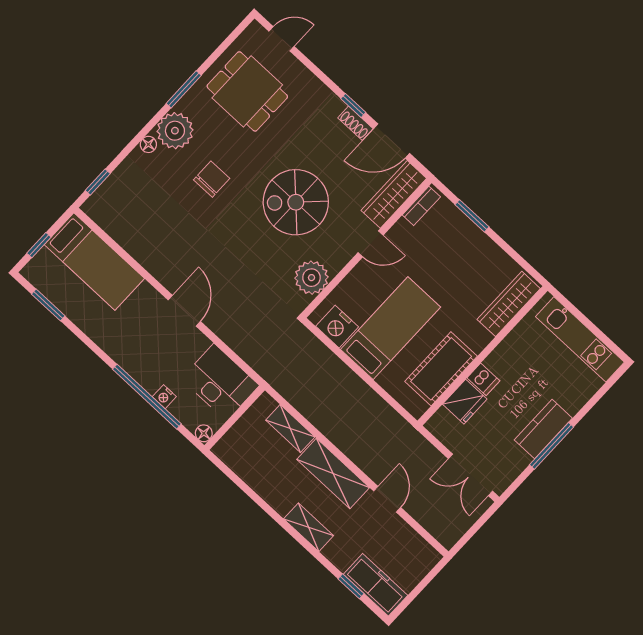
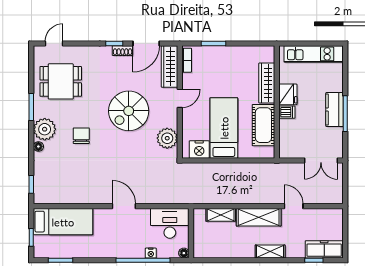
wardrobe: (509, 304) -> (267, 83), moved
fridge: (465, 402) -> (288, 94), moved

